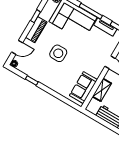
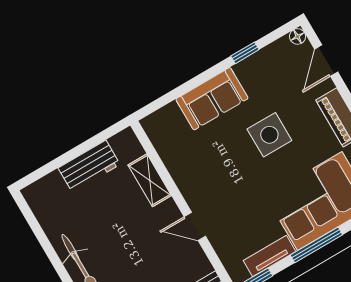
sofa: (83, 88) -> (212, 99), moved, turned 90

